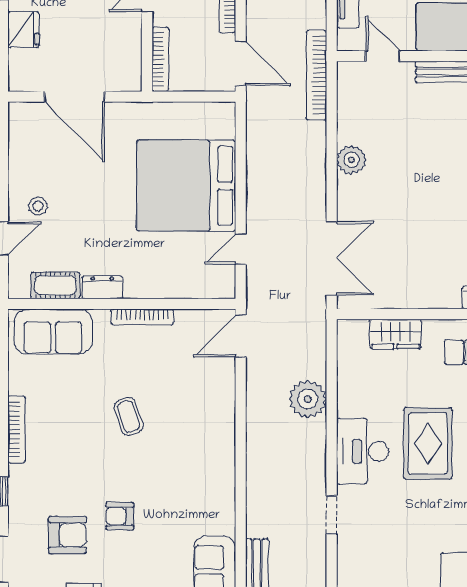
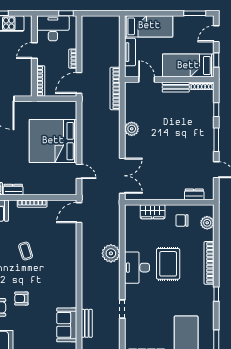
door: (241, 63) -> (79, 83), swing flipped
door: (241, 249) -> (79, 171), swing flipped
plant: (308, 399) -> (111, 253), moved
doorway: (332, 515) -> (122, 309), moved

